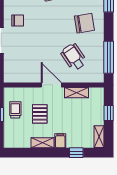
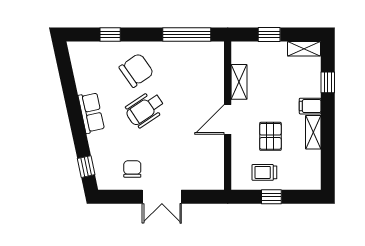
chair: (84, 23) -> (136, 70), turned 64
wheelchair: (74, 57) -> (145, 109), moved
pallet: (40, 114) -> (270, 136), turned 90

